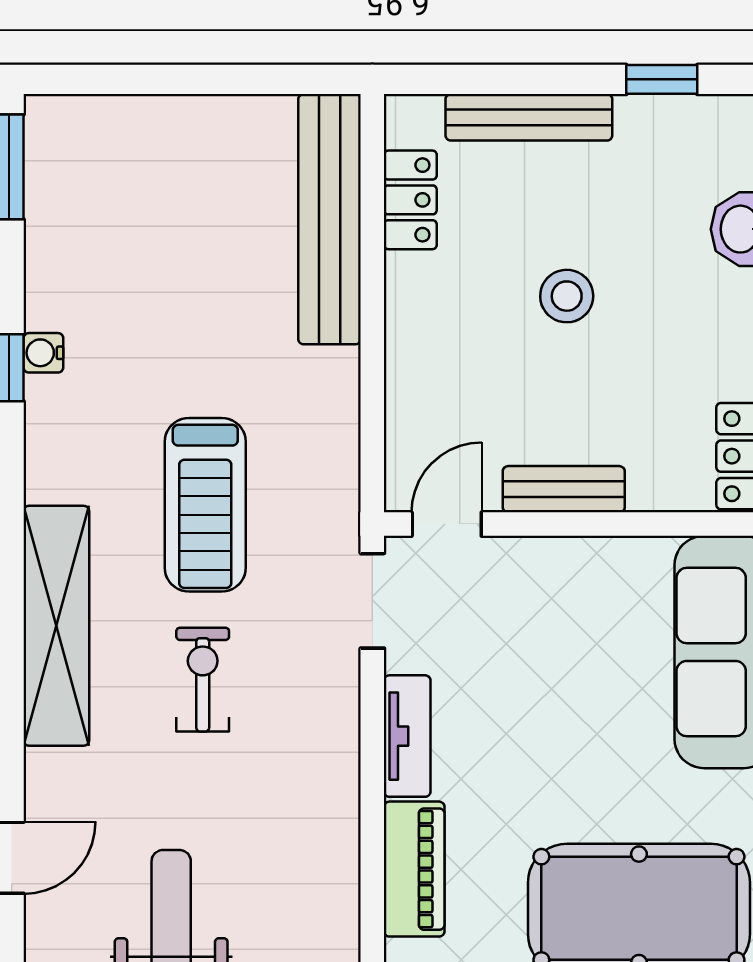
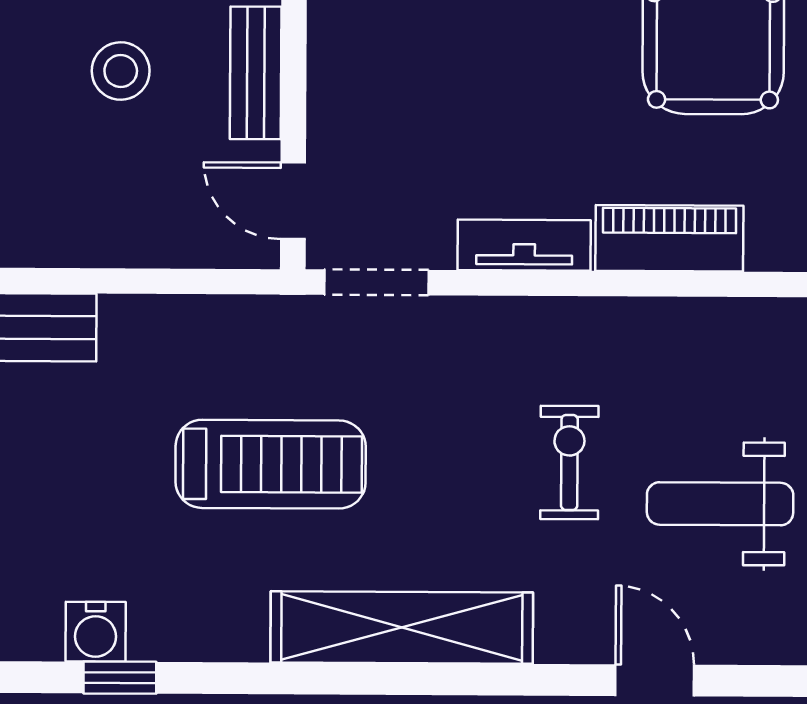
stool: (567, 296) -> (121, 71), moved
water cooler: (43, 353) -> (96, 632), width x1.38, depth x1.38
exercise bike: (203, 680) -> (569, 462), moved, turned 90

